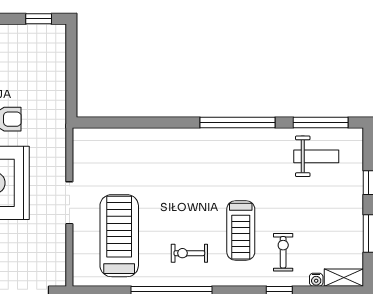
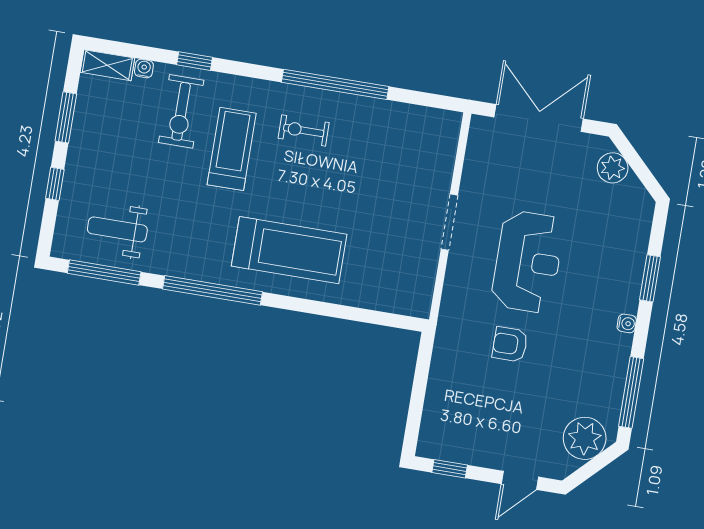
treadmill: (119, 236) -> (289, 250), moved, turned -90
exercise bike: (283, 252) -> (181, 111), width x1.38, depth x1.39
exercise bike: (189, 253) -> (304, 130), turned 180

